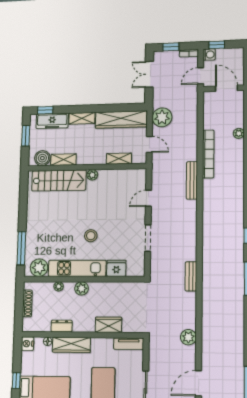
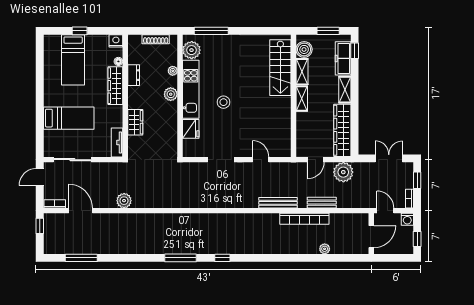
window: (217, 45) -> (417, 239), moved
shelving: (119, 159) -> (302, 99), moved
plant: (92, 175) -> (285, 102), removed
bench: (191, 276) -> (322, 203), moved

